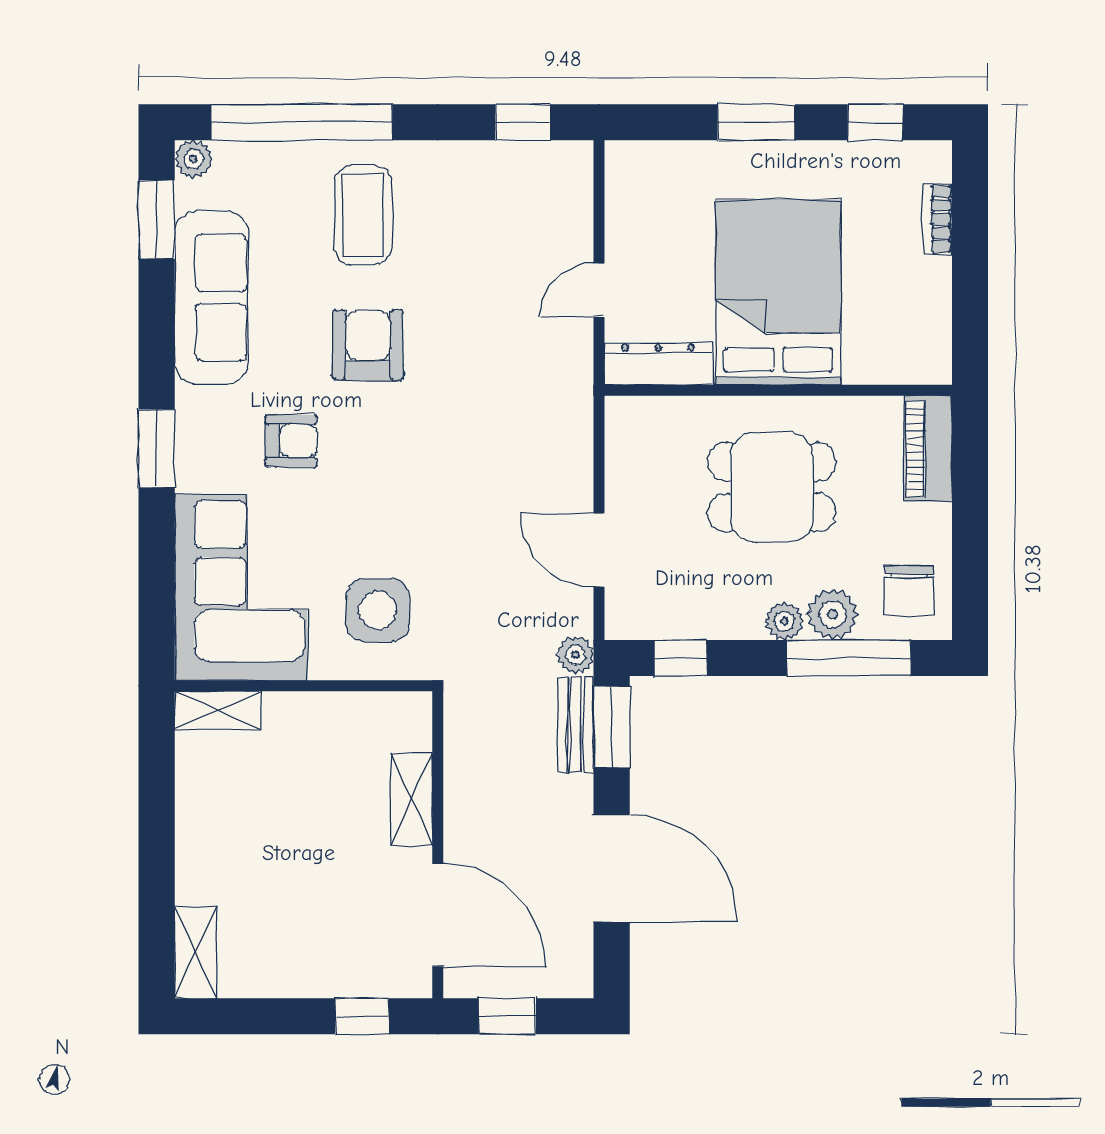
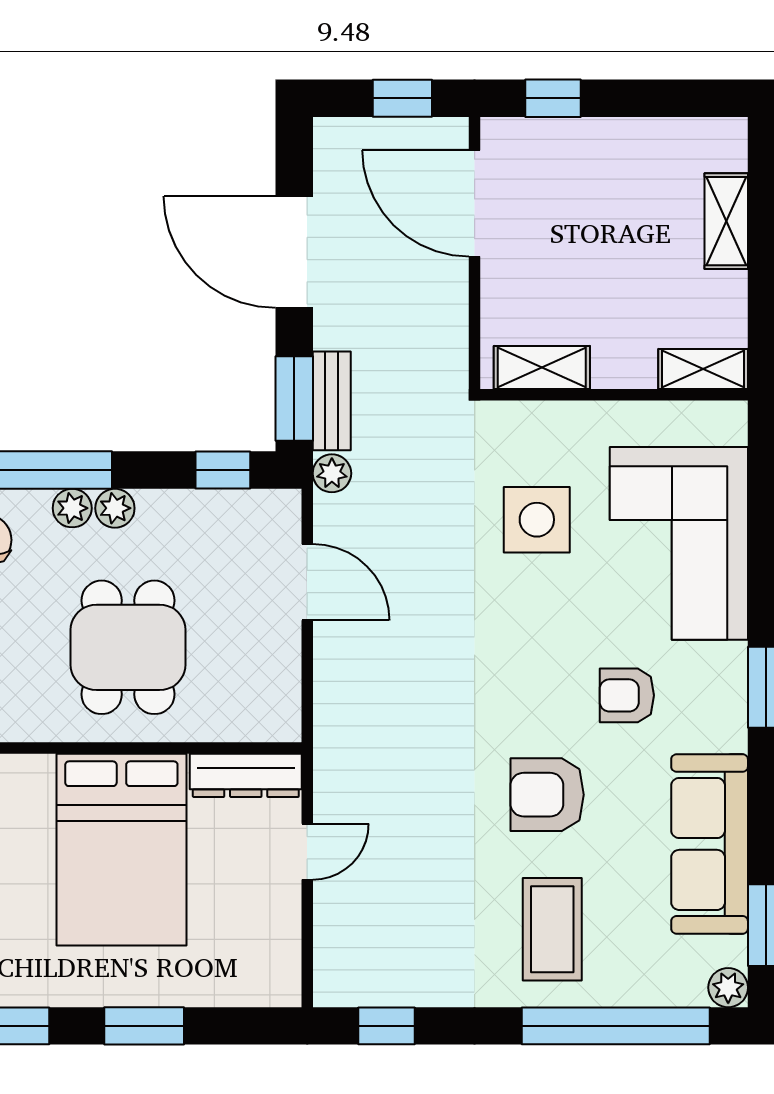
armchair: (368, 345) -> (547, 795), turned 90
dining table: (772, 487) -> (128, 647), turned 90
plant: (833, 614) -> (72, 508), width x0.73, depth x0.73
wall: (303, 686) -> (614, 395), moved
shelving: (218, 711) -> (703, 369), moved
shelving: (412, 799) -> (542, 368), moved, turned 90
shelving: (195, 952) -> (726, 221), moved

